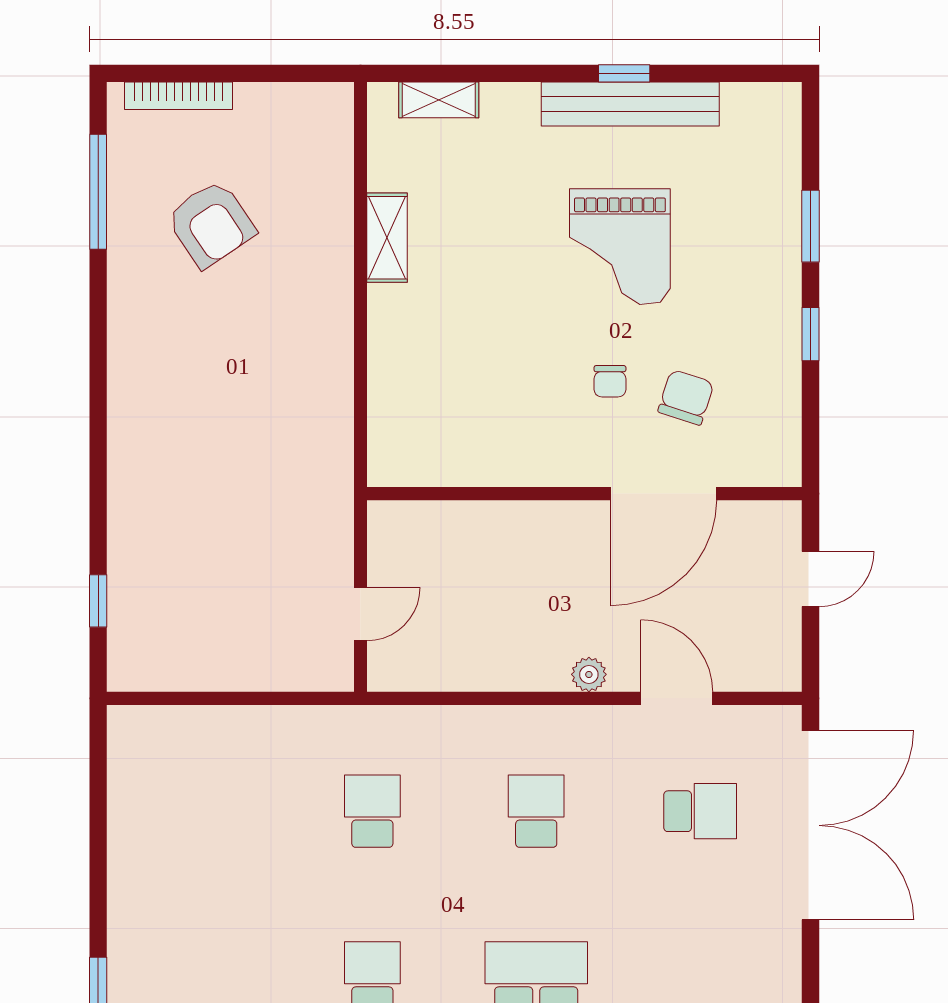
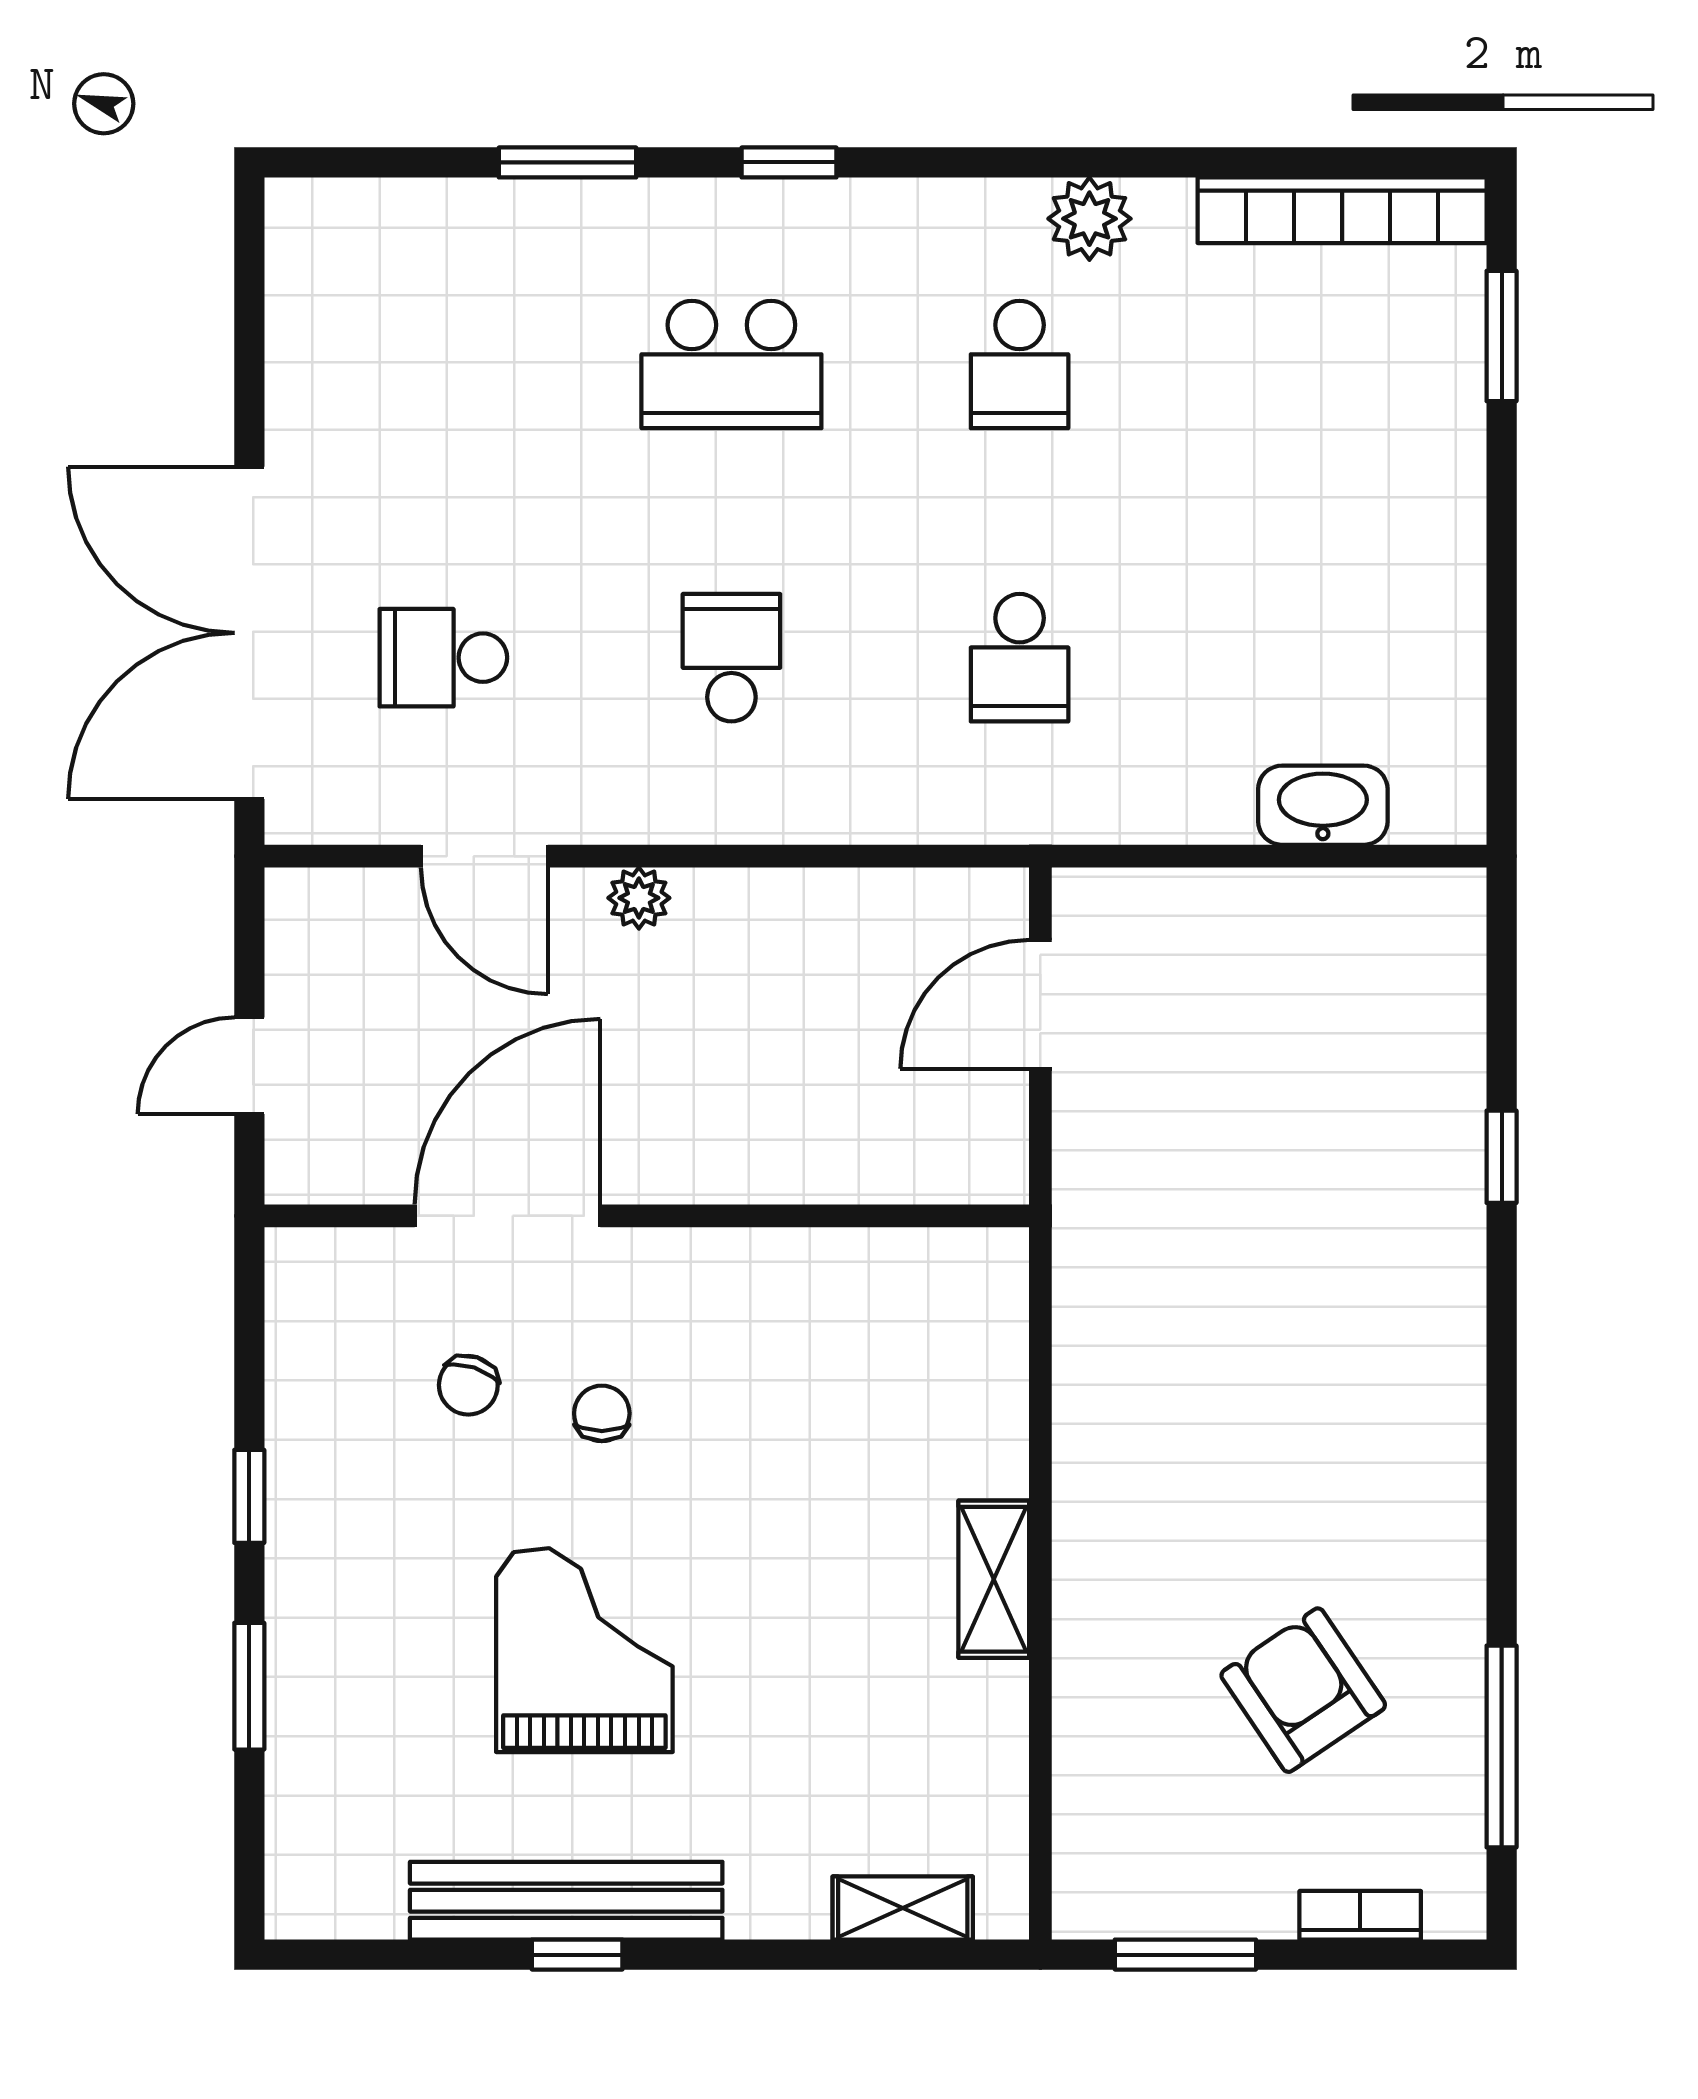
window: (278, 73) -> (1185, 1955), added
bookcase: (179, 96) -> (1360, 1915), width x0.64
shelving: (387, 238) -> (994, 1579), moved
chair: (686, 397) -> (468, 1385), width x0.73, depth x0.73
window: (98, 601) -> (1502, 1157), moved
door: (360, 614) -> (1040, 1004), width x1.38
washbasin: (200, 727) -> (1323, 805), added
school desk: (536, 811) -> (731, 658), turned 180

